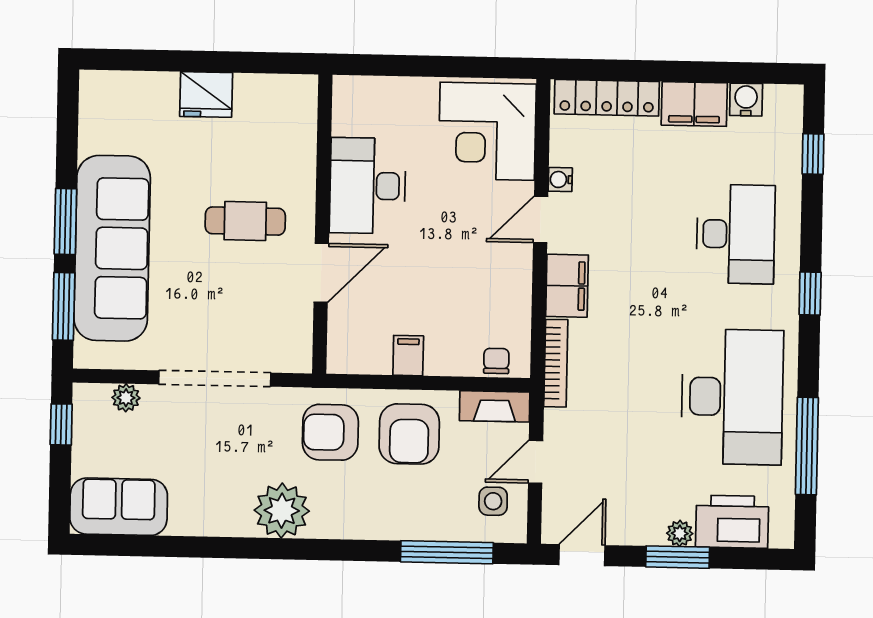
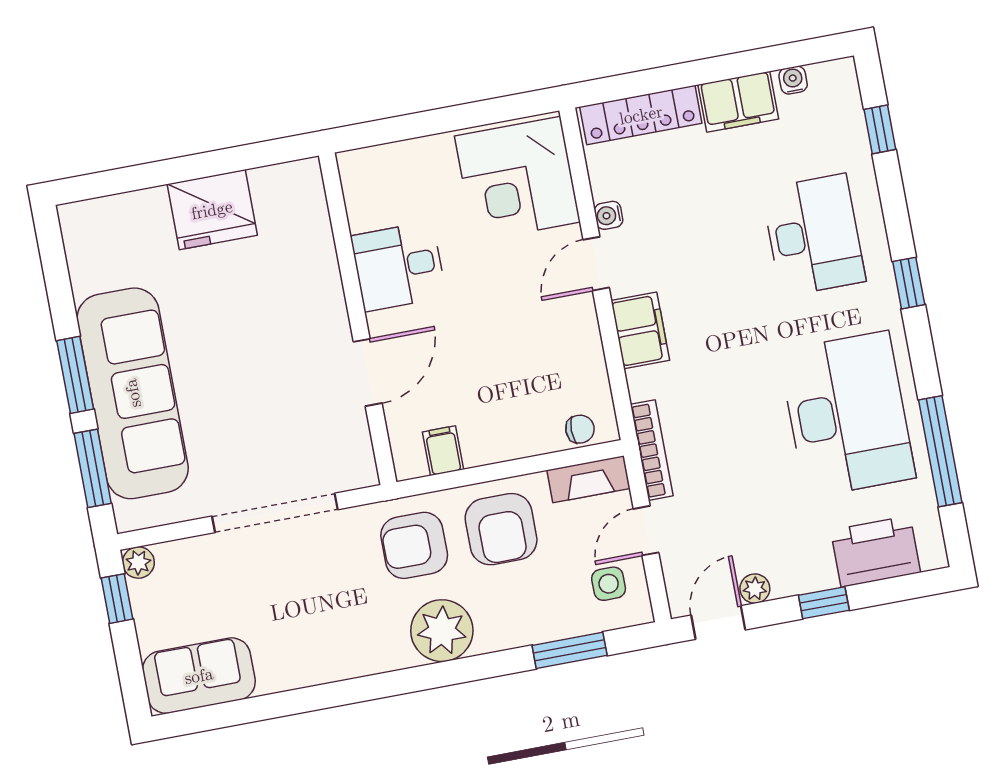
fridge: (206, 94) -> (212, 210), width x1.36, depth x1.34
water cooler: (746, 100) -> (793, 80), width x0.72, depth x0.72
desk: (368, 186) -> (398, 266), width x0.73
cafe table: (245, 221) -> (272, 333), removed
filing cabinet: (408, 356) -> (443, 451), moved
chair: (496, 361) -> (580, 429), turned 90
bookcase: (556, 363) -> (652, 450), moved
plant: (126, 398) -> (138, 563), moved
plant: (282, 511) -> (442, 631), moved
plant: (680, 533) -> (755, 589), moved
window: (447, 552) -> (570, 650), width x0.69
window: (678, 557) -> (824, 603), width x0.67

